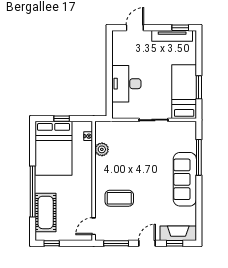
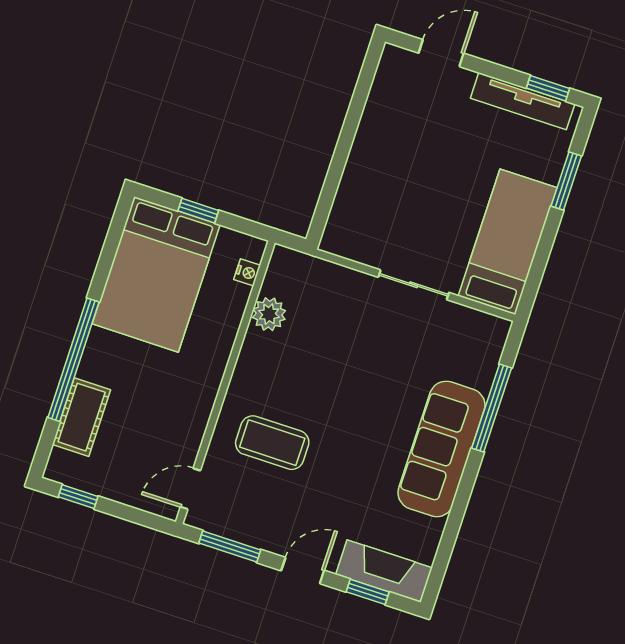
desk: (126, 84) -> (378, 178), removed
window: (199, 87) -> (566, 181), moved
cot: (46, 212) -> (82, 417), width x0.73, depth x0.75

